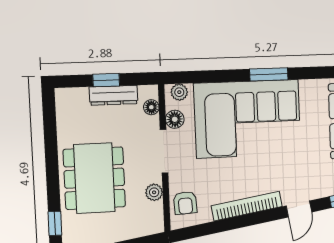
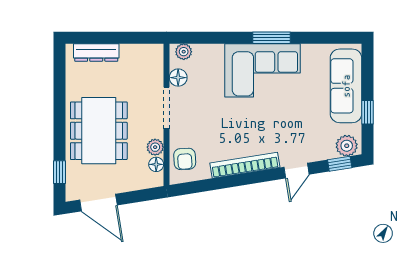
window: (106, 80) -> (114, 38), removed
dresser: (114, 95) -> (96, 52), moved
floor lamp: (151, 107) -> (156, 164), moved
corner sofa: (247, 119) -> (262, 70), width x0.73, depth x0.74

